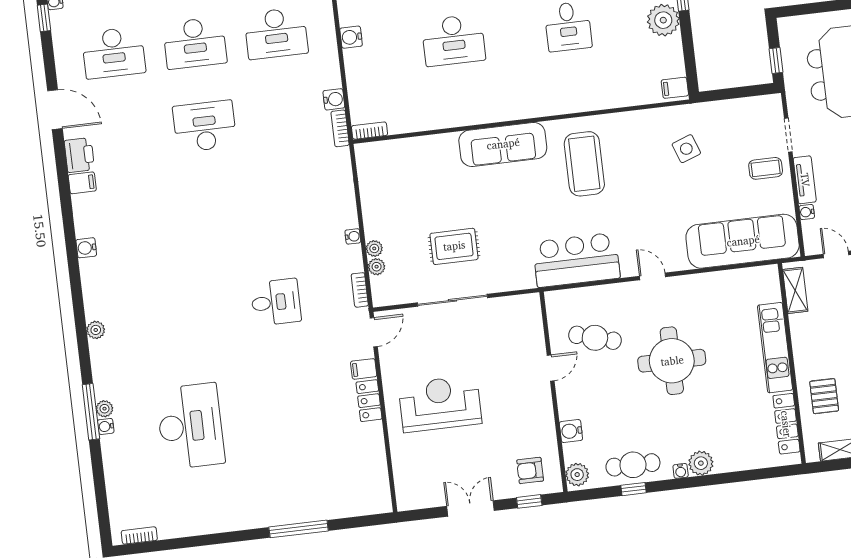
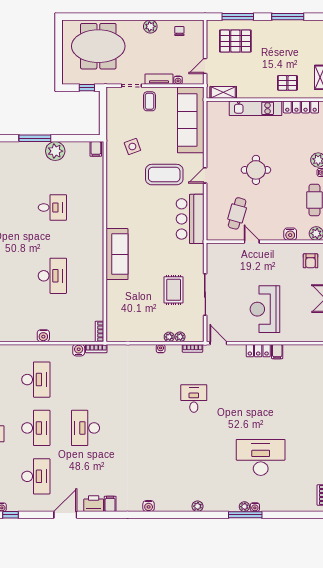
coffee table: (584, 164) -> (164, 175), moved
round table: (672, 361) -> (256, 170), width x0.73, depth x0.73
filing cabinet: (364, 369) -> (277, 352), moved

